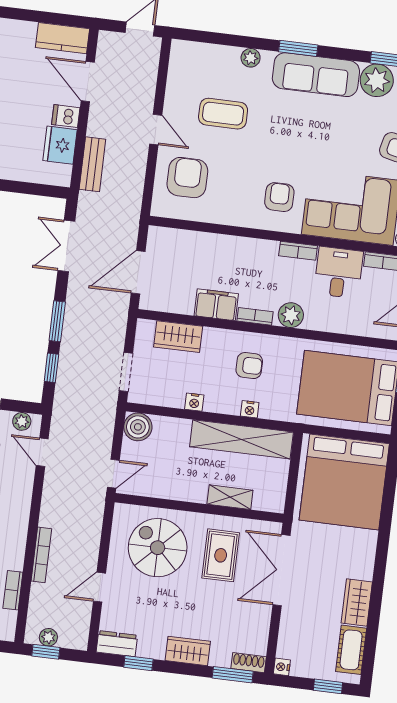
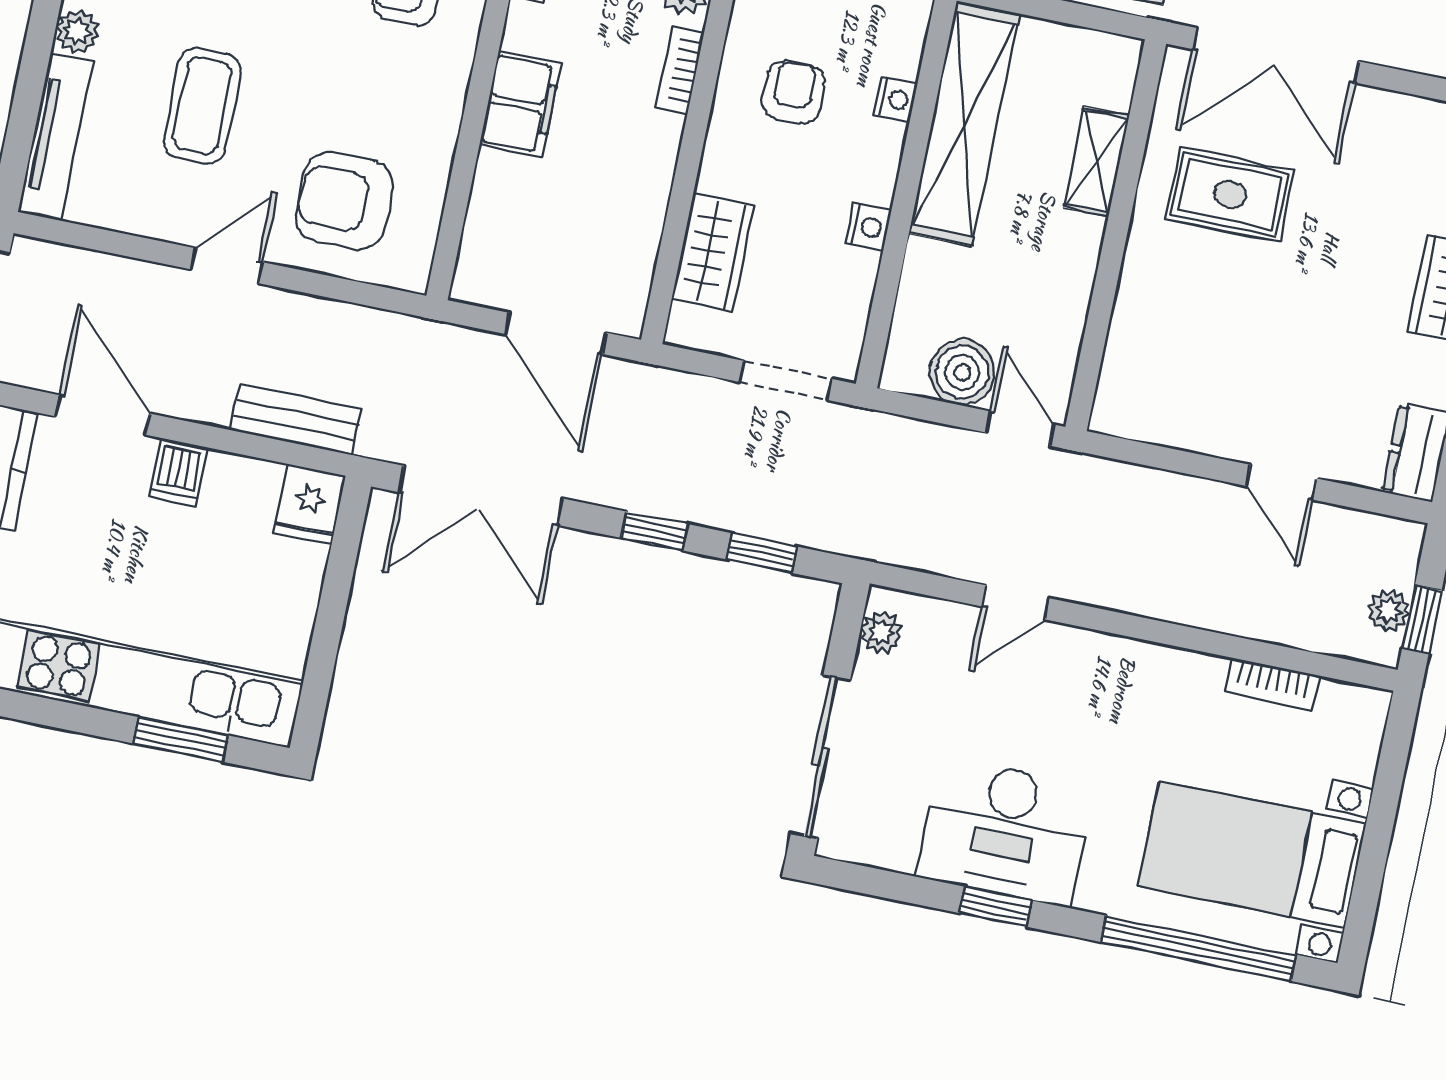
tv unit: (205, 52) -> (56, 137), added
door: (88, 82) -> (102, 415), swing flipped
fridge: (60, 145) -> (310, 504), moved, width x0.72
double door: (66, 246) -> (481, 495), width x1.37
filing cabinet: (216, 305) -> (520, 104), moved, turned 180
window: (57, 321) -> (654, 531), width x0.67
boiler: (138, 427) -> (962, 372), moved
door: (42, 452) -> (1016, 602), moved
spiral stairs: (158, 548) -> (1200, 340), removed
bookcase: (41, 555) -> (1195, 612), removed

